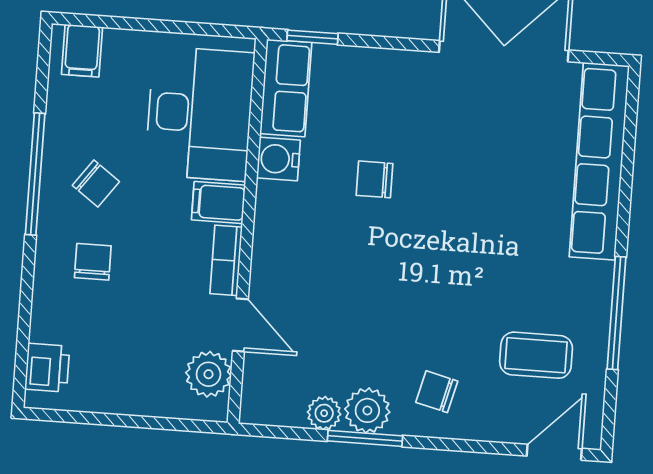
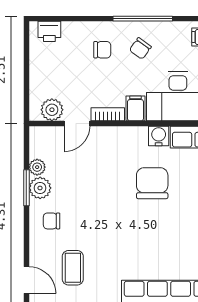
chair: (374, 179) -> (152, 183), width x1.87, depth x1.87
chair: (437, 392) -> (52, 221), turned -104

